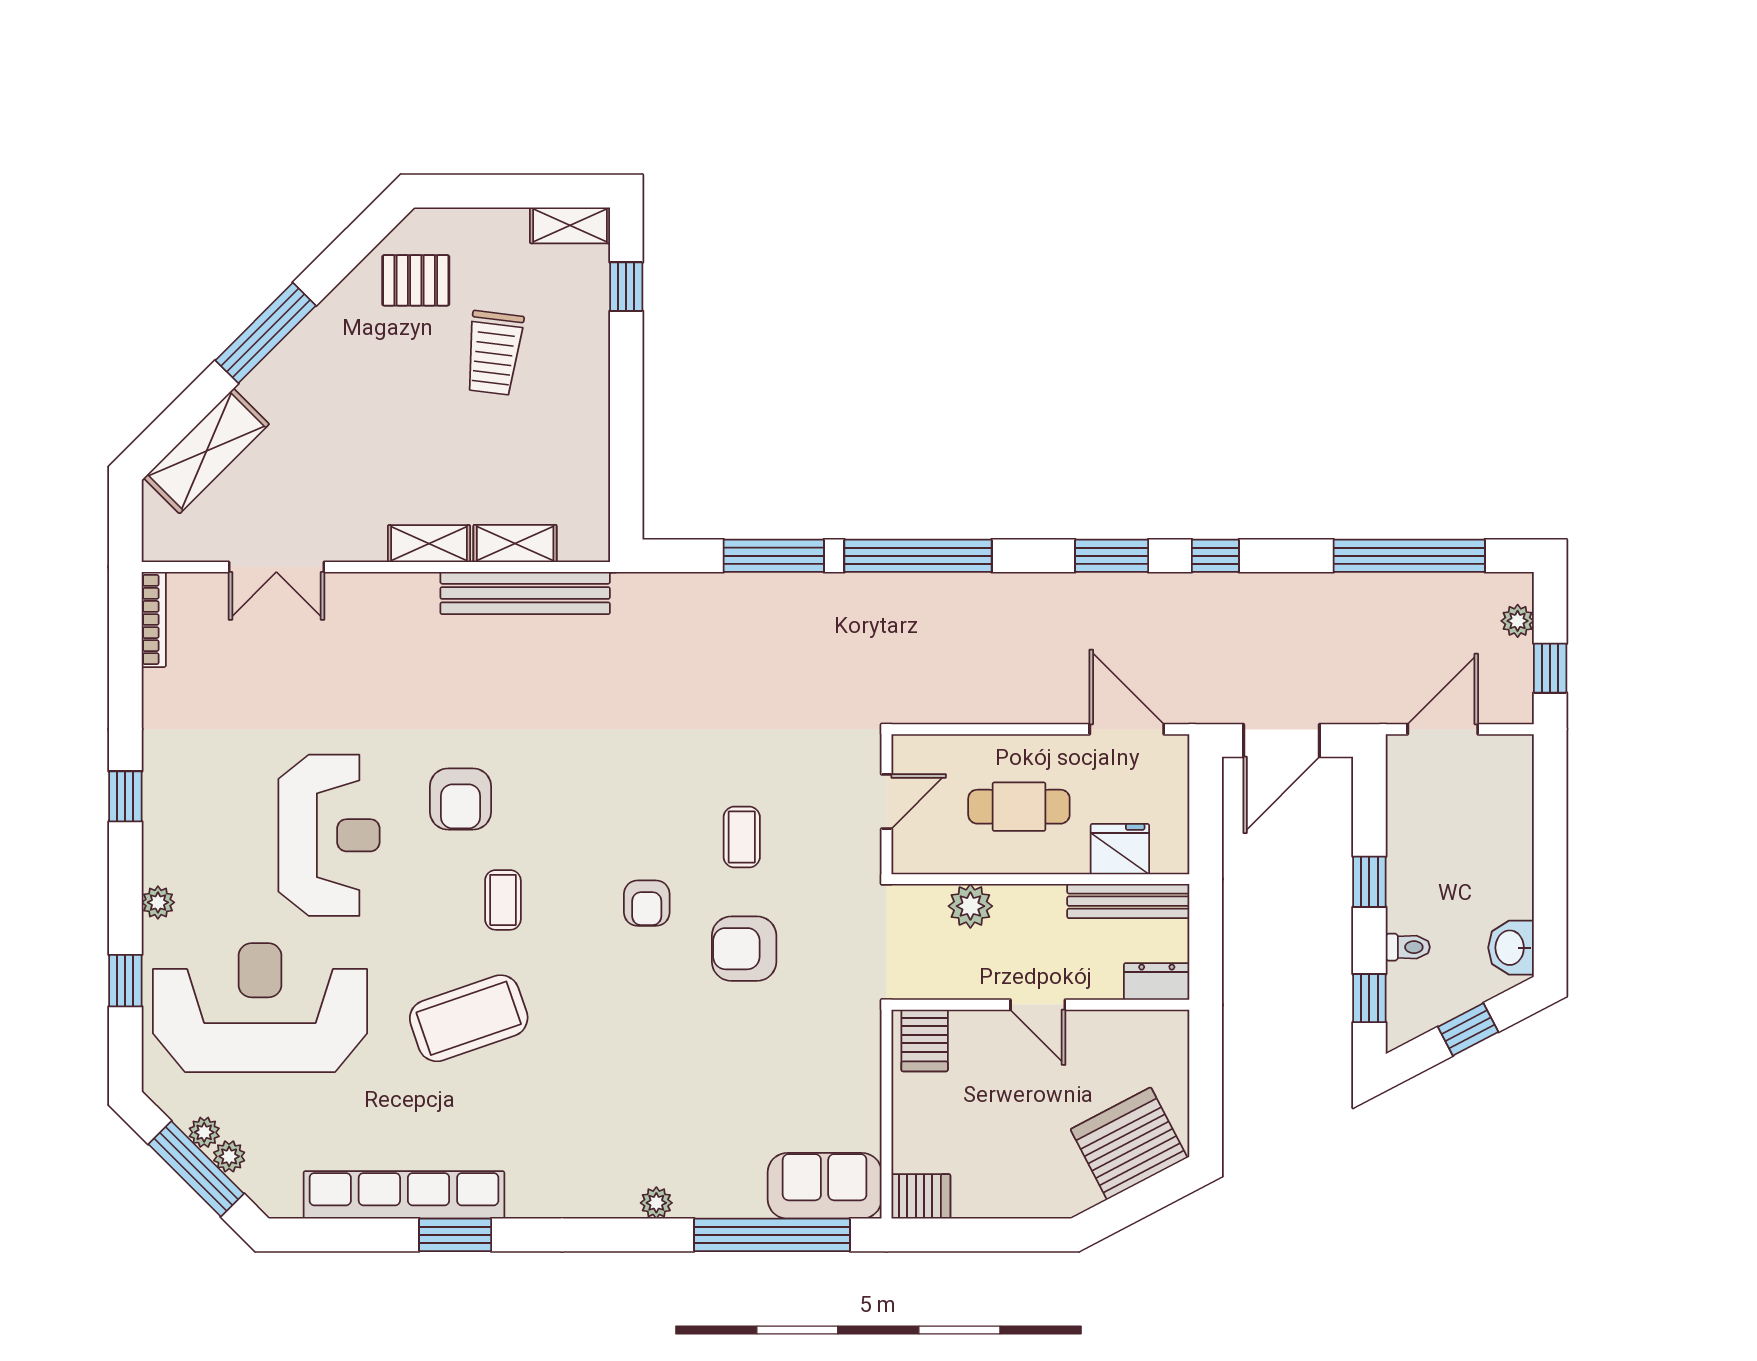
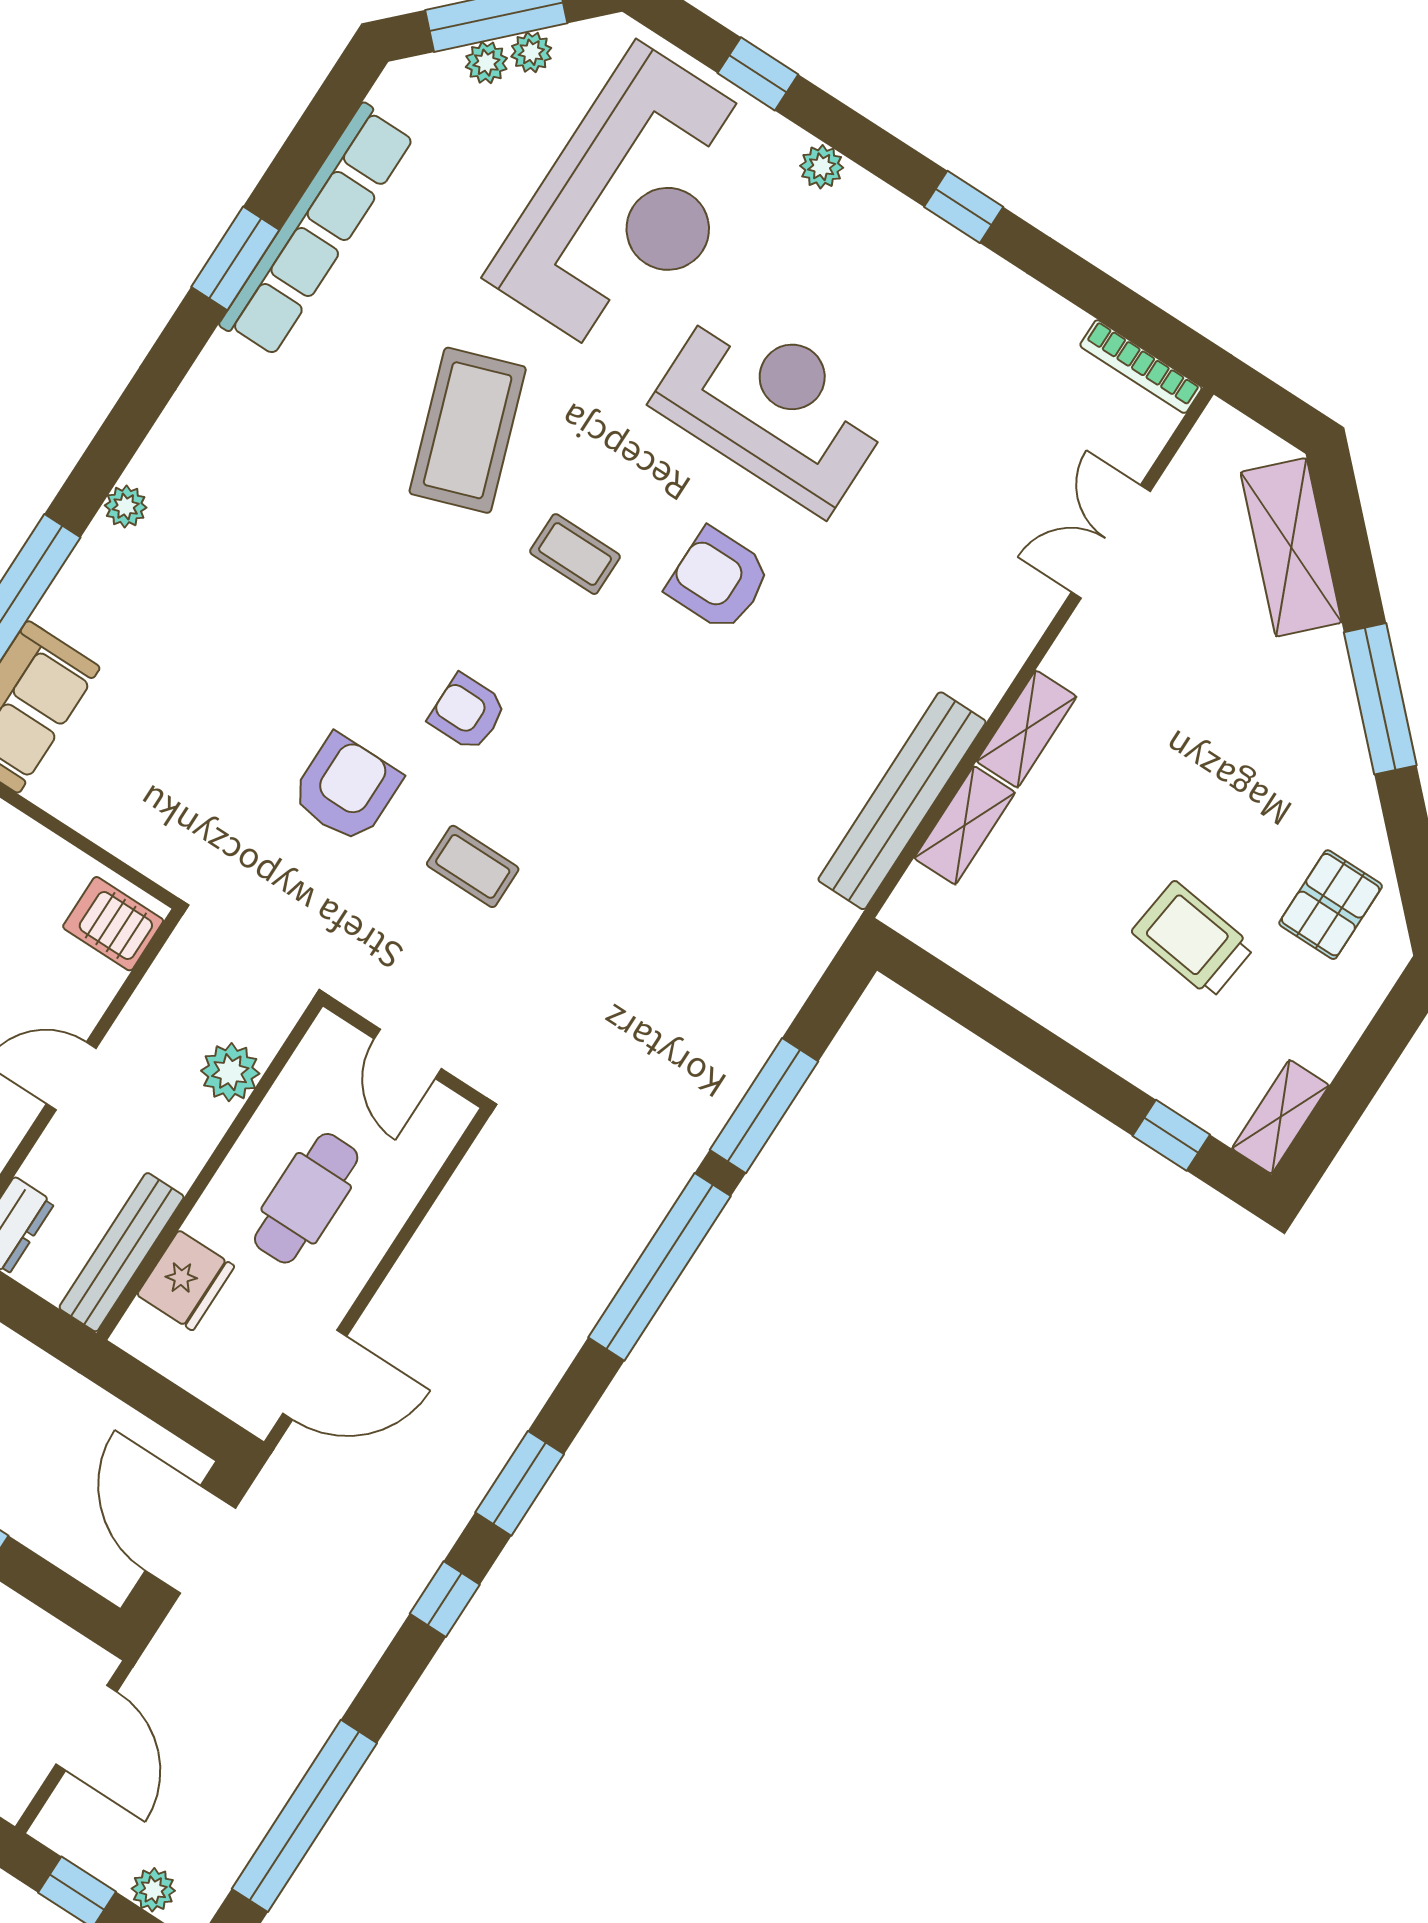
reception desk: (329, 835) -> (773, 406), turned 180

